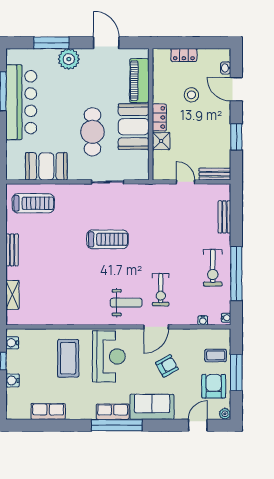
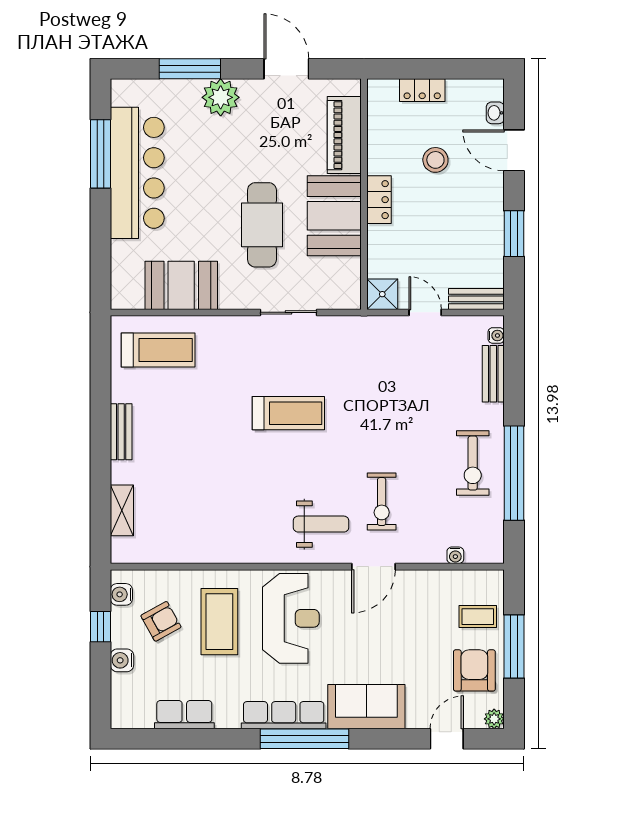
shower: (161, 141) -> (382, 294), moved
water cooler: (226, 318) -> (496, 335), moved
armchair: (167, 366) -> (161, 621), moved
row of seats: (113, 412) -> (284, 715), width x1.48

